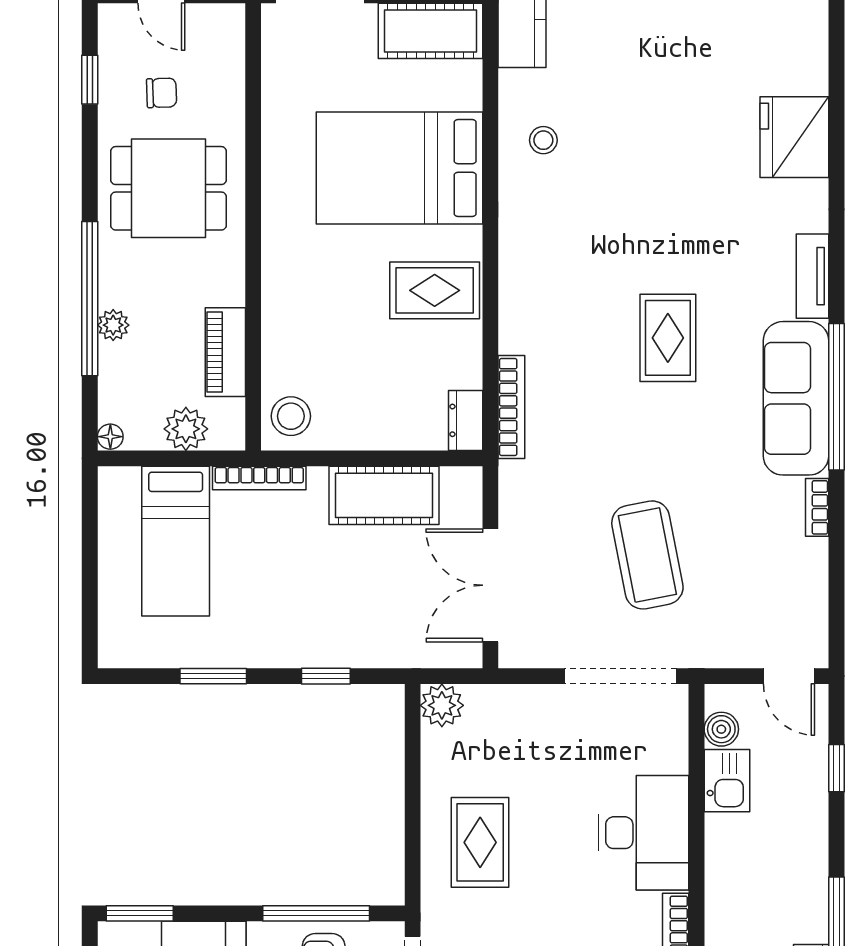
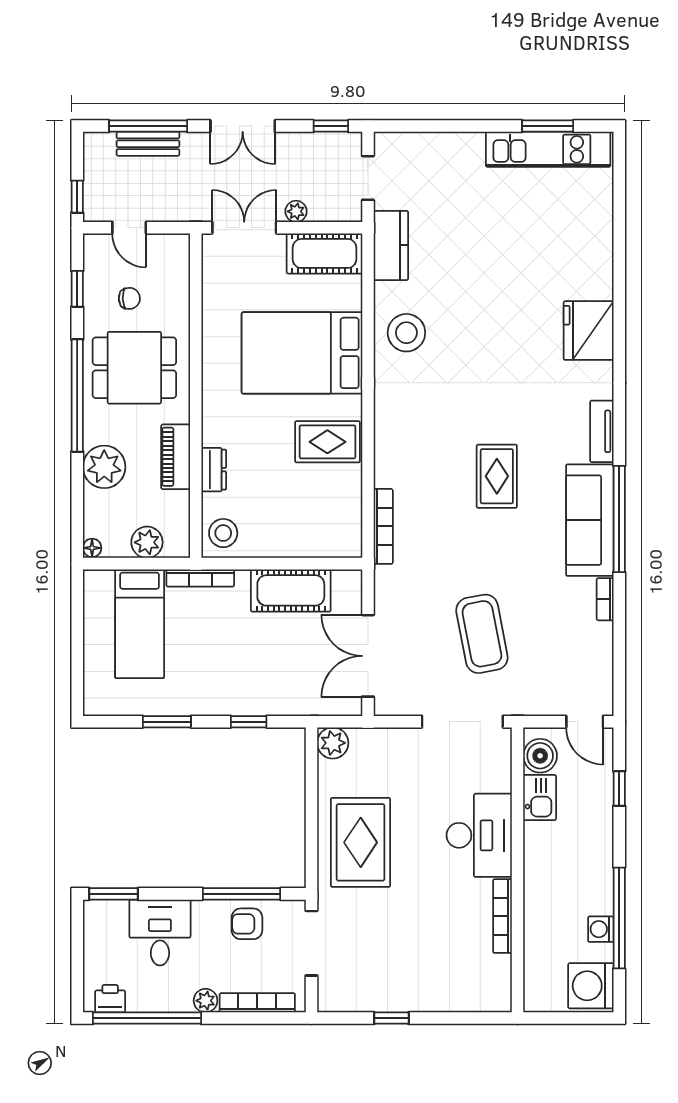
stool: (543, 140) -> (406, 333), width x1.89, depth x1.89
window: (90, 299) -> (77, 395), moved
plant: (113, 325) -> (104, 467), width x1.88, depth x1.88
piano: (225, 352) -> (176, 457), moved
dresser: (466, 420) -> (214, 470), moved, turned 180
boiler: (721, 729) -> (540, 756), width x1.36, depth x1.36
rug: (480, 842) -> (361, 842), width x1.36, depth x1.43

